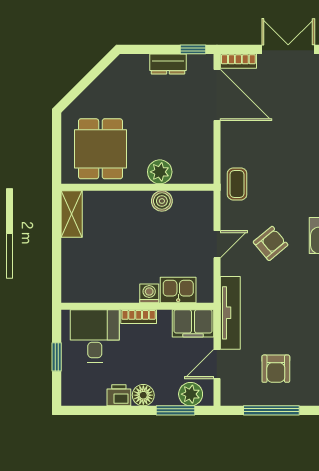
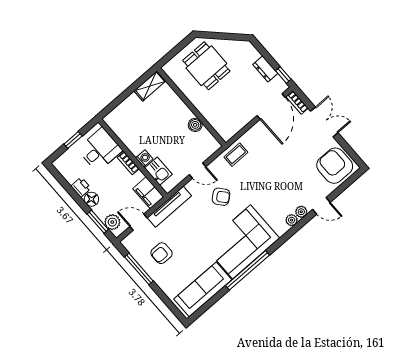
dining table: (100, 149) -> (206, 66), moved, turned 90
plant: (160, 172) -> (209, 111), removed

